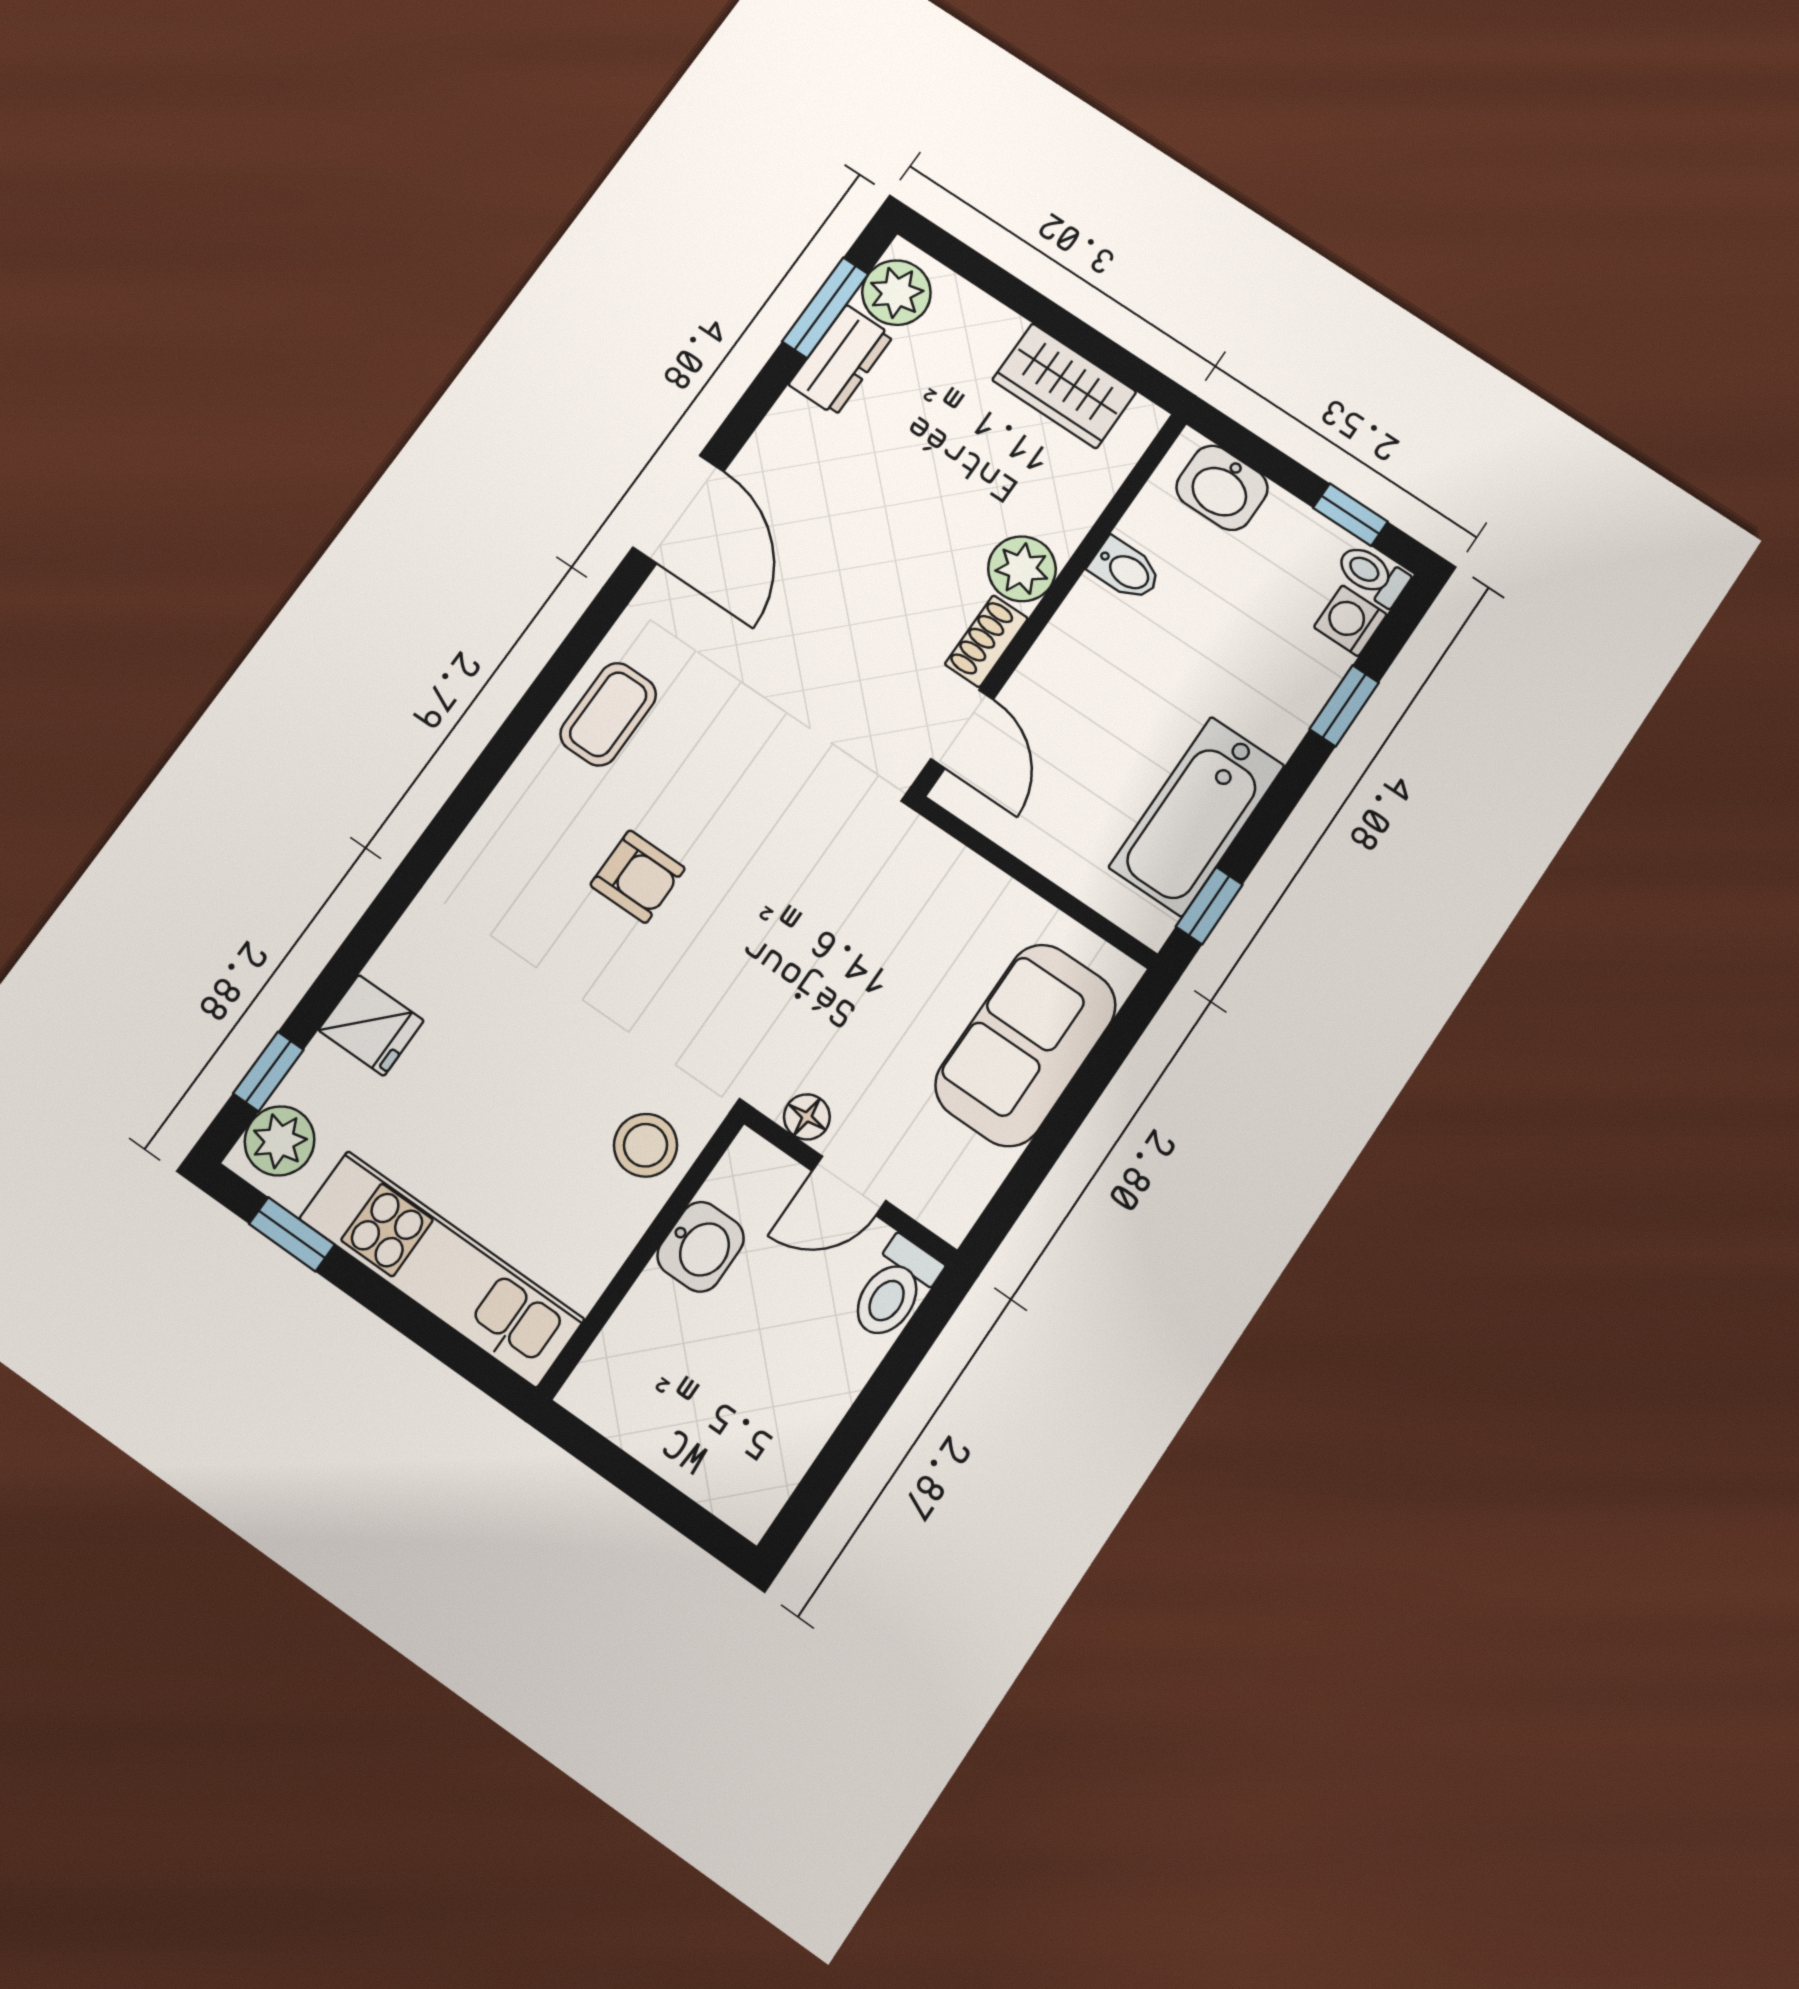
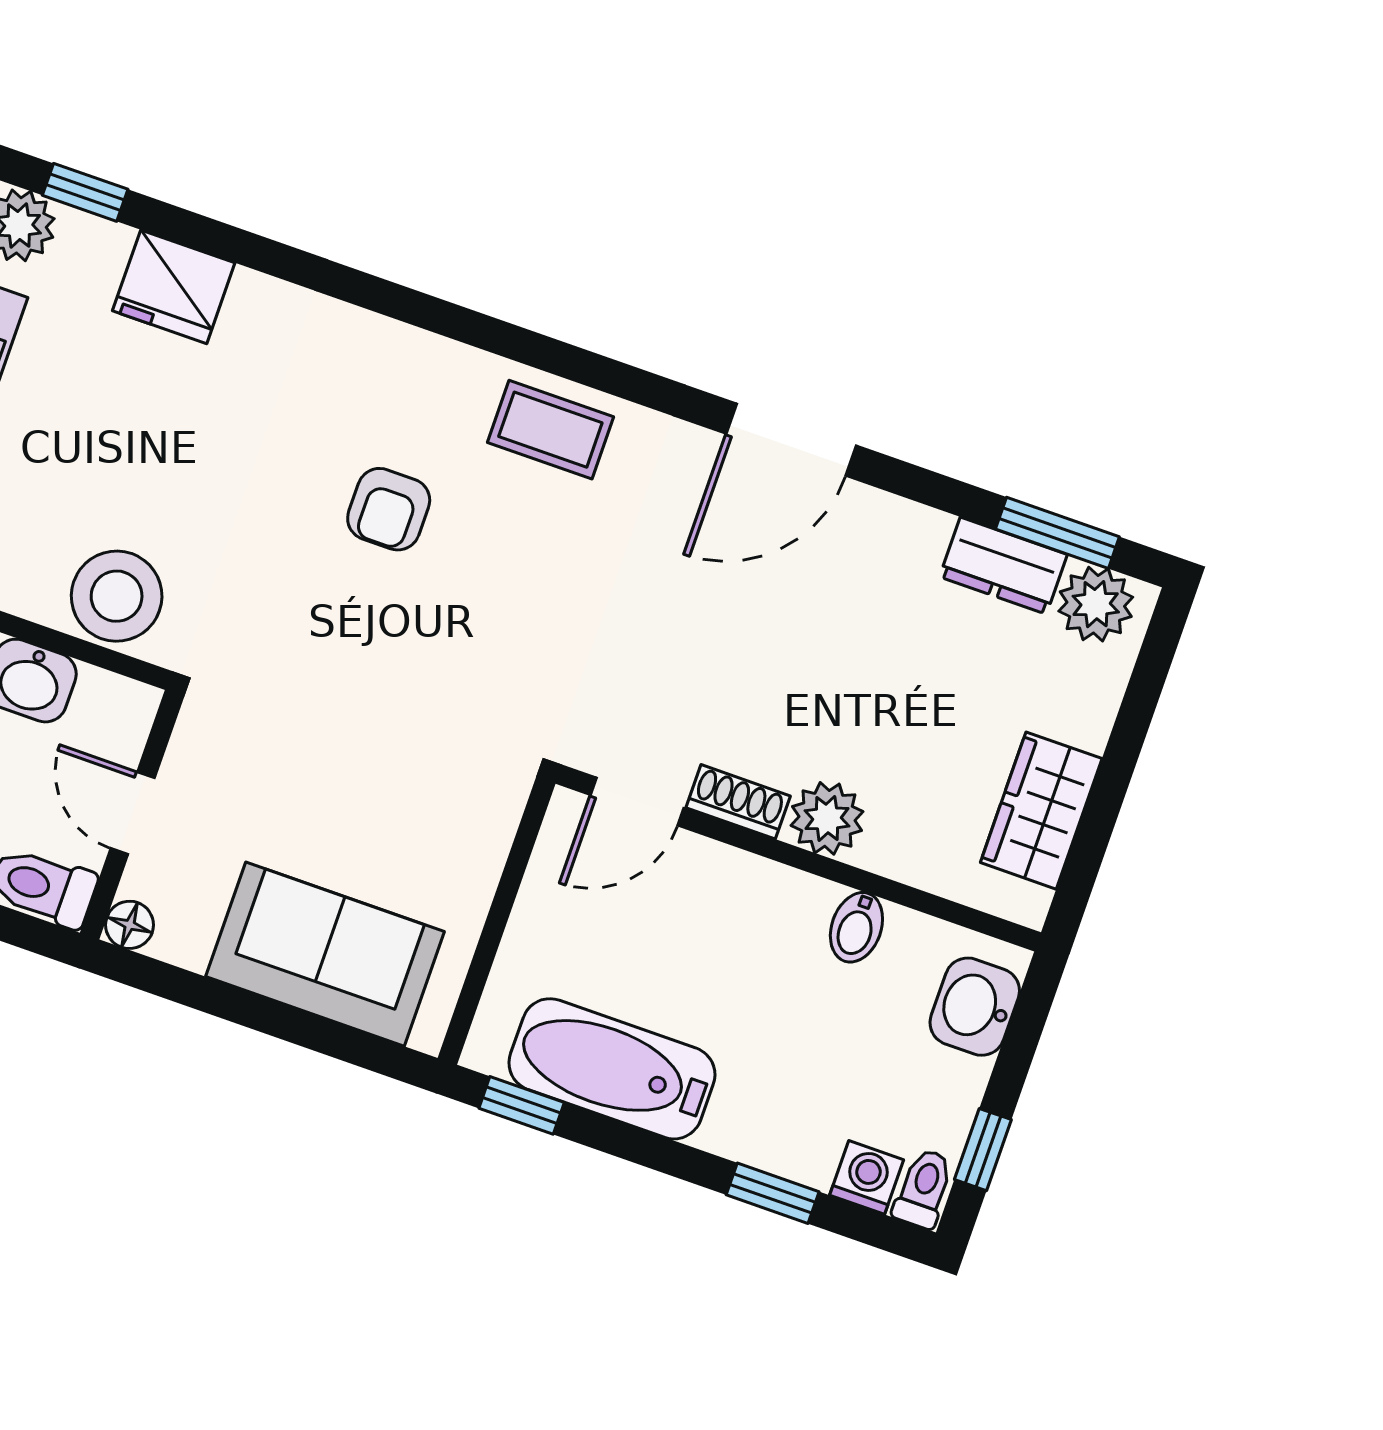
fridge: (371, 1025) -> (174, 287), width x1.38
floor lamp: (807, 1117) -> (130, 925), moved
stool: (646, 1145) -> (117, 596), width x1.38, depth x1.38

